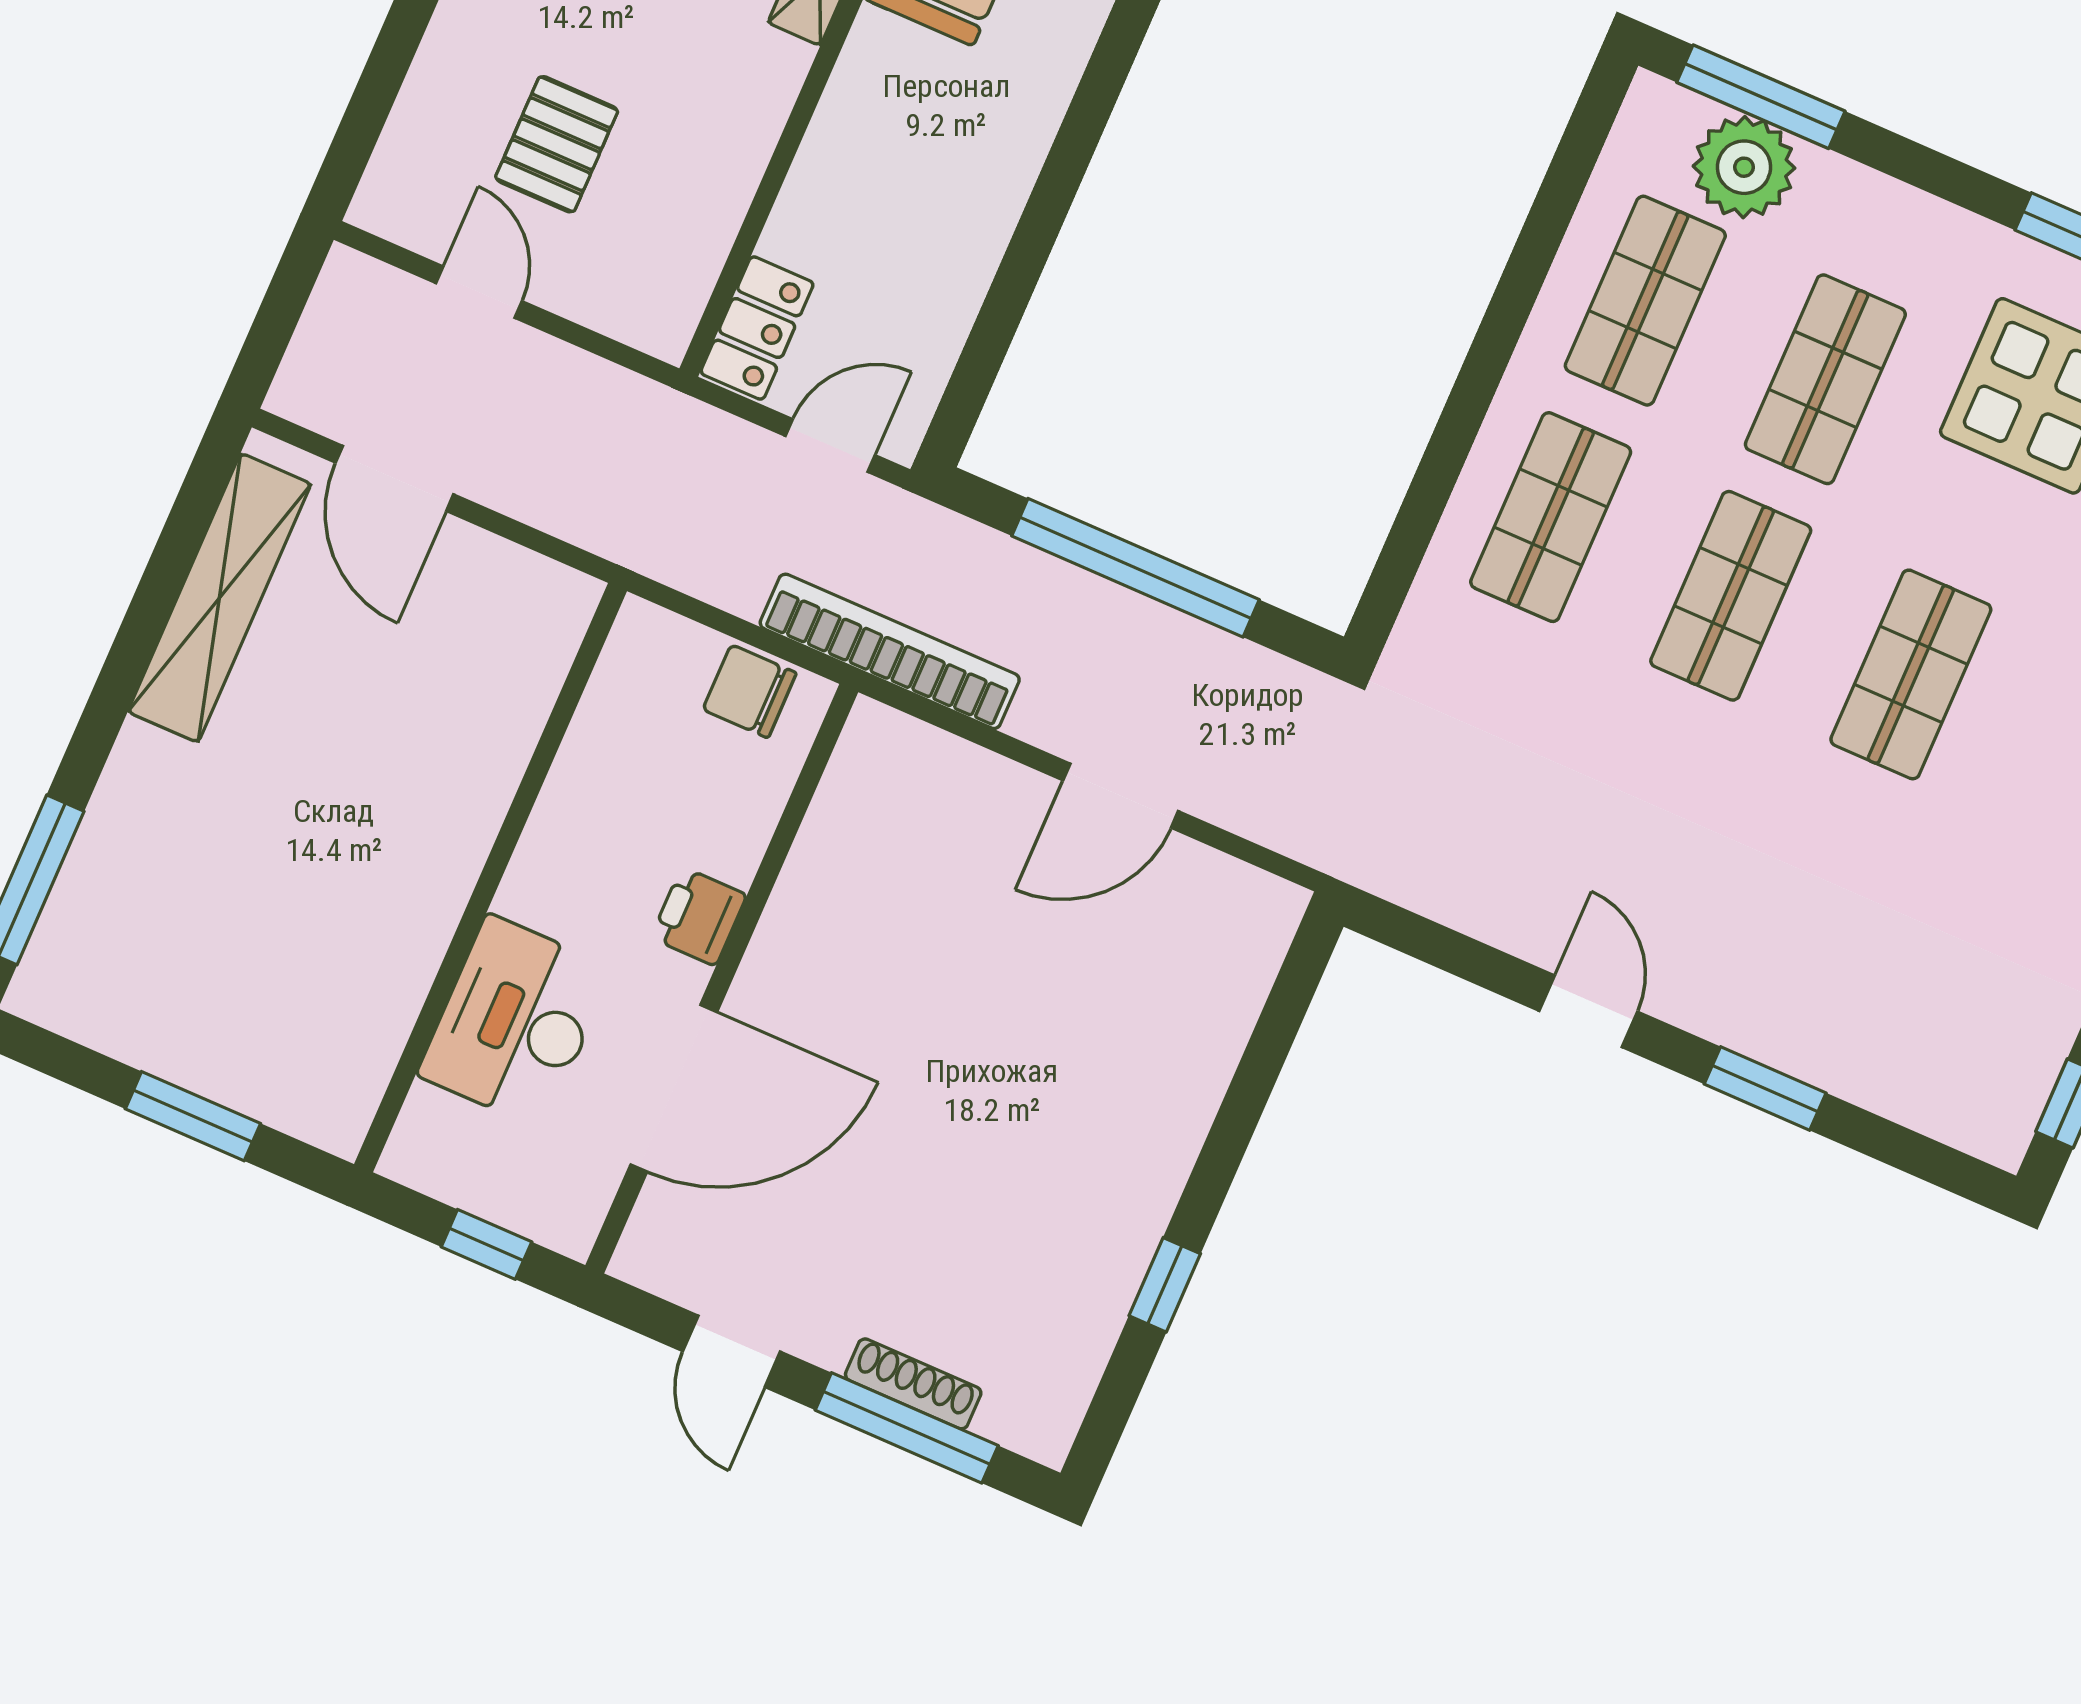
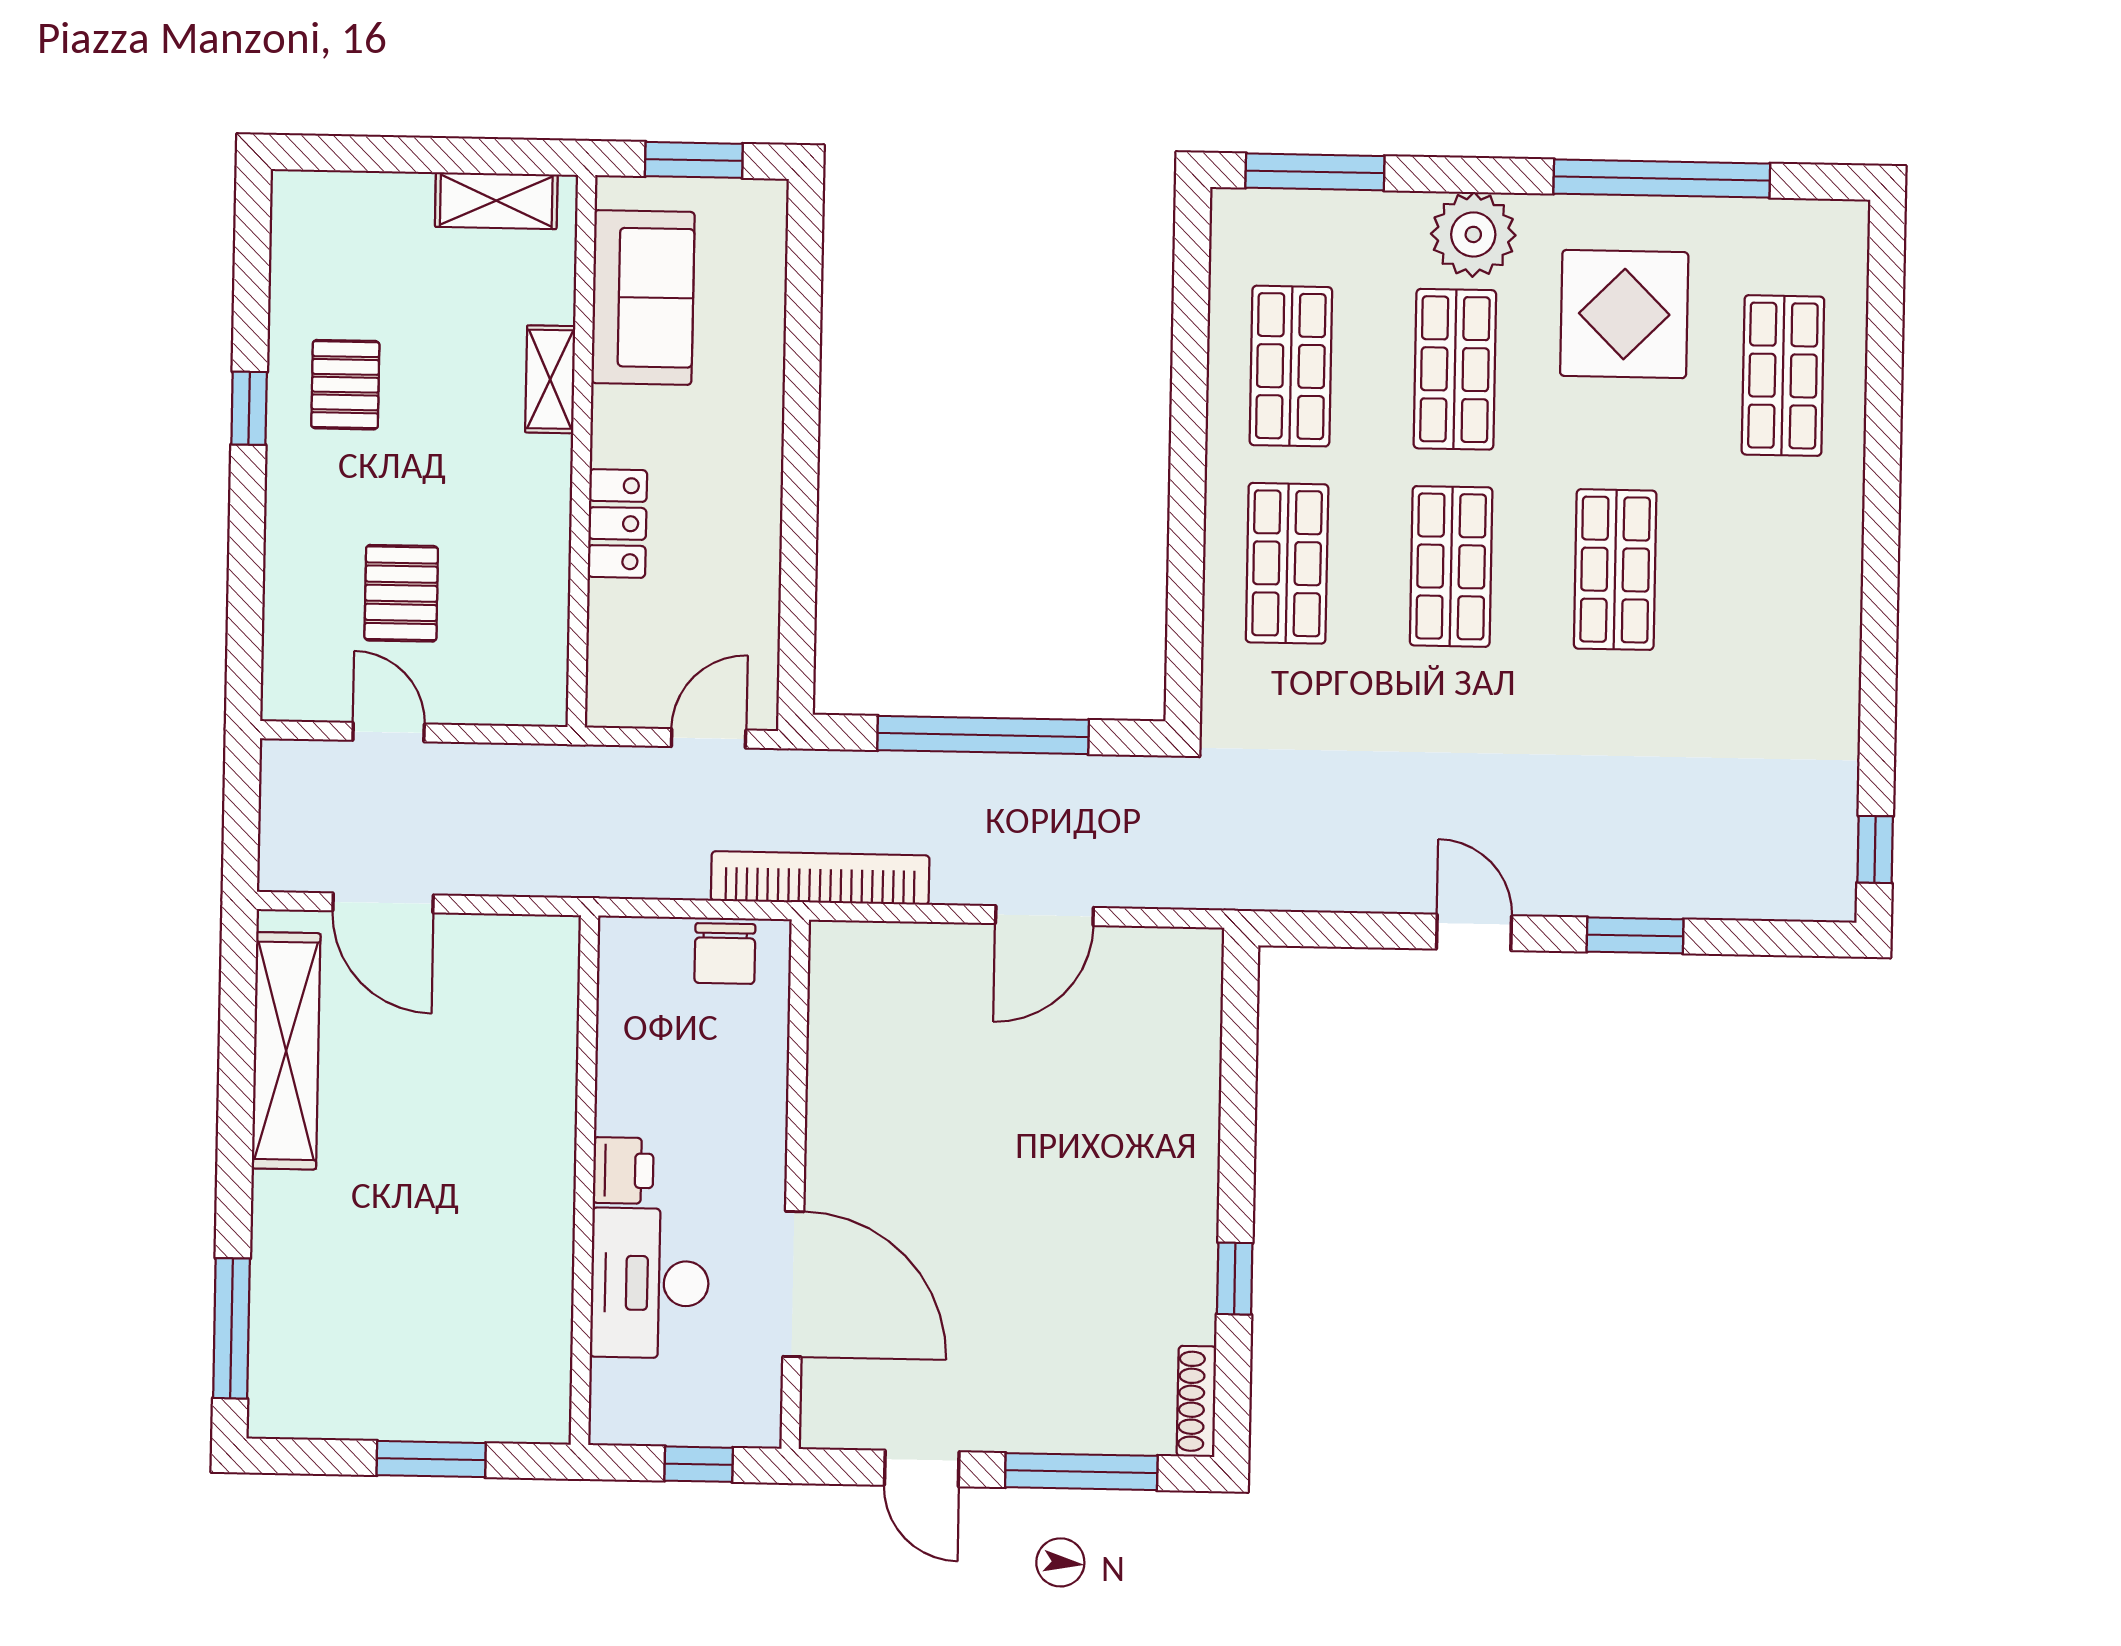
plant: (1744, 167) -> (1473, 234), moved
locker: (757, 328) -> (617, 523), moved
chair: (750, 691) -> (725, 954), turned -90
printer: (699, 916) -> (623, 1170), moved, turned 180
door: (674, 1088) -> (793, 1284), hinge flipped
shoe rack: (913, 1384) -> (1196, 1401), moved, turned -90

